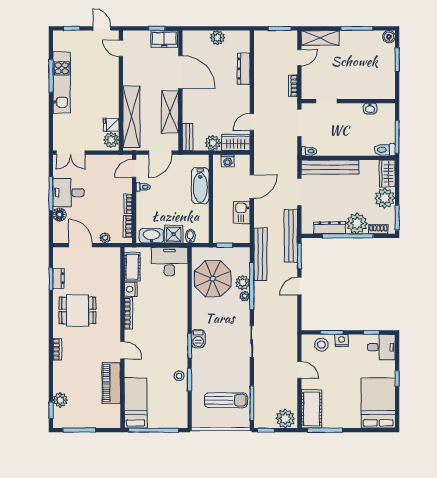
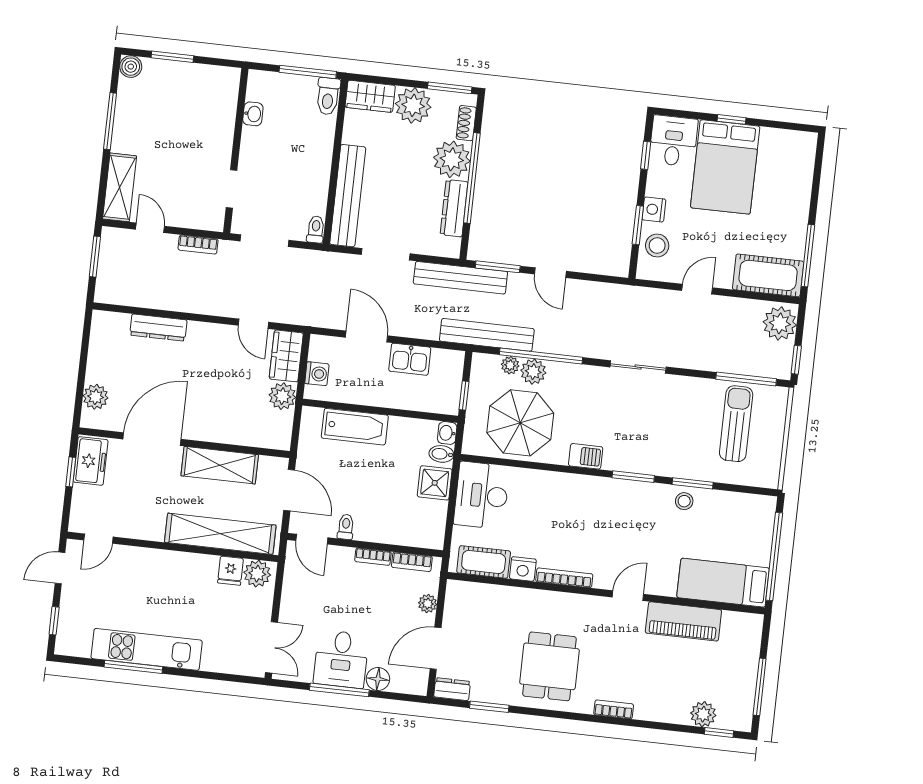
plant: (217, 38) -> (96, 397), moved
bench: (188, 137) -> (267, 439), removed
washbasin: (151, 236) -> (447, 433), moved, width x0.52, depth x0.69
dresser: (58, 278) -> (452, 689), moved
plant: (245, 296) -> (510, 365), moved
barbecue: (198, 339) -> (586, 456), moved
bed: (378, 403) -> (725, 167), moved, turned -90

